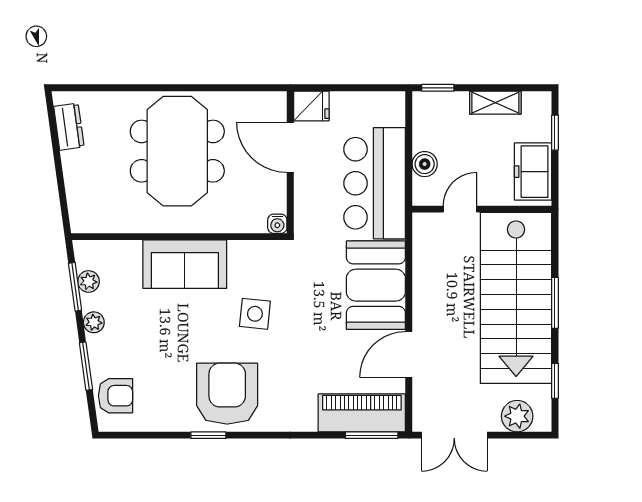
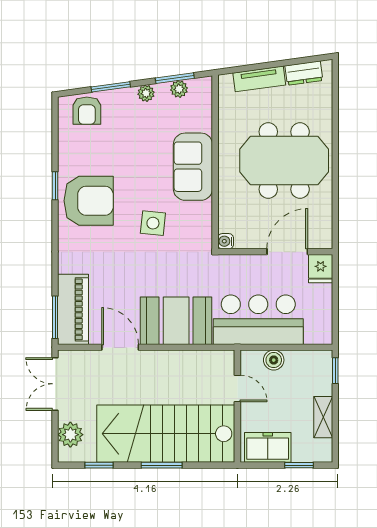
tv unit: (76, 182) -> (259, 79), added

